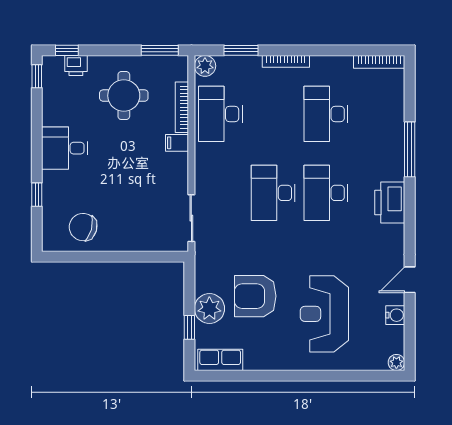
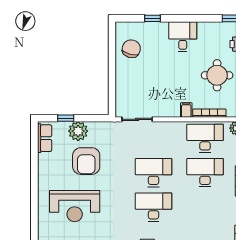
desk: (326, 114) -> (205, 173), moved
armchair: (255, 296) -> (86, 161), turned 180
reception desk: (324, 314) -> (75, 206), turned 180

